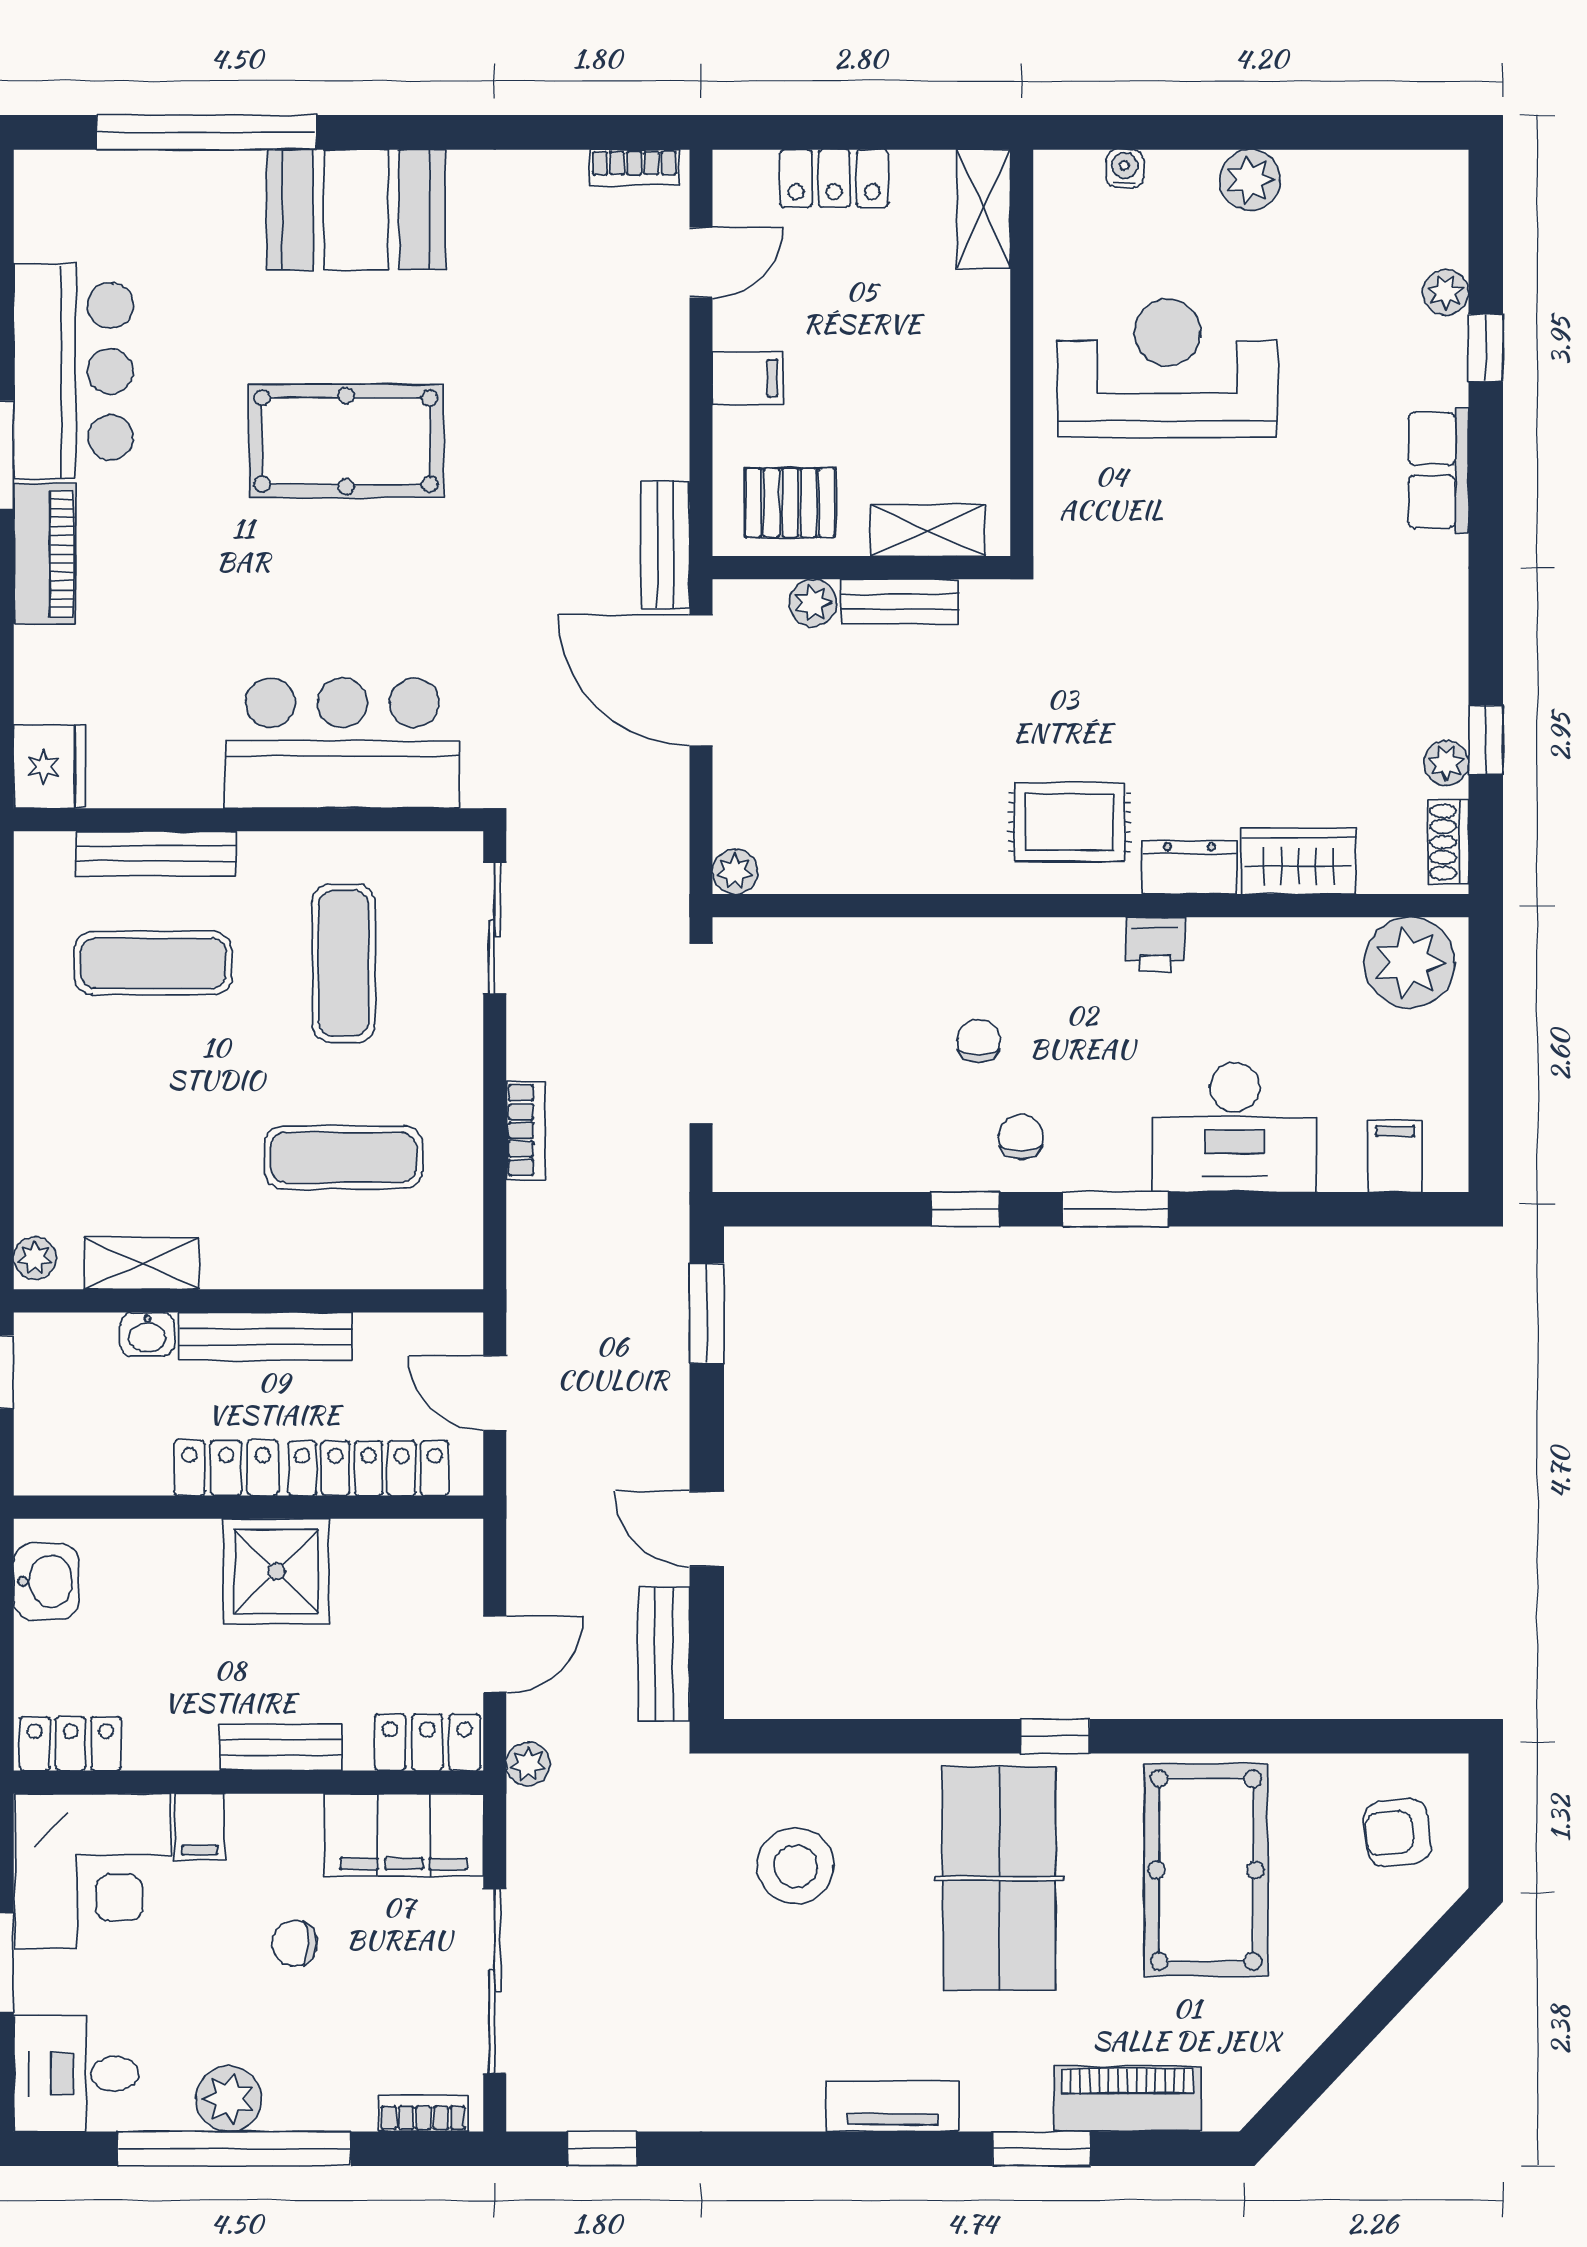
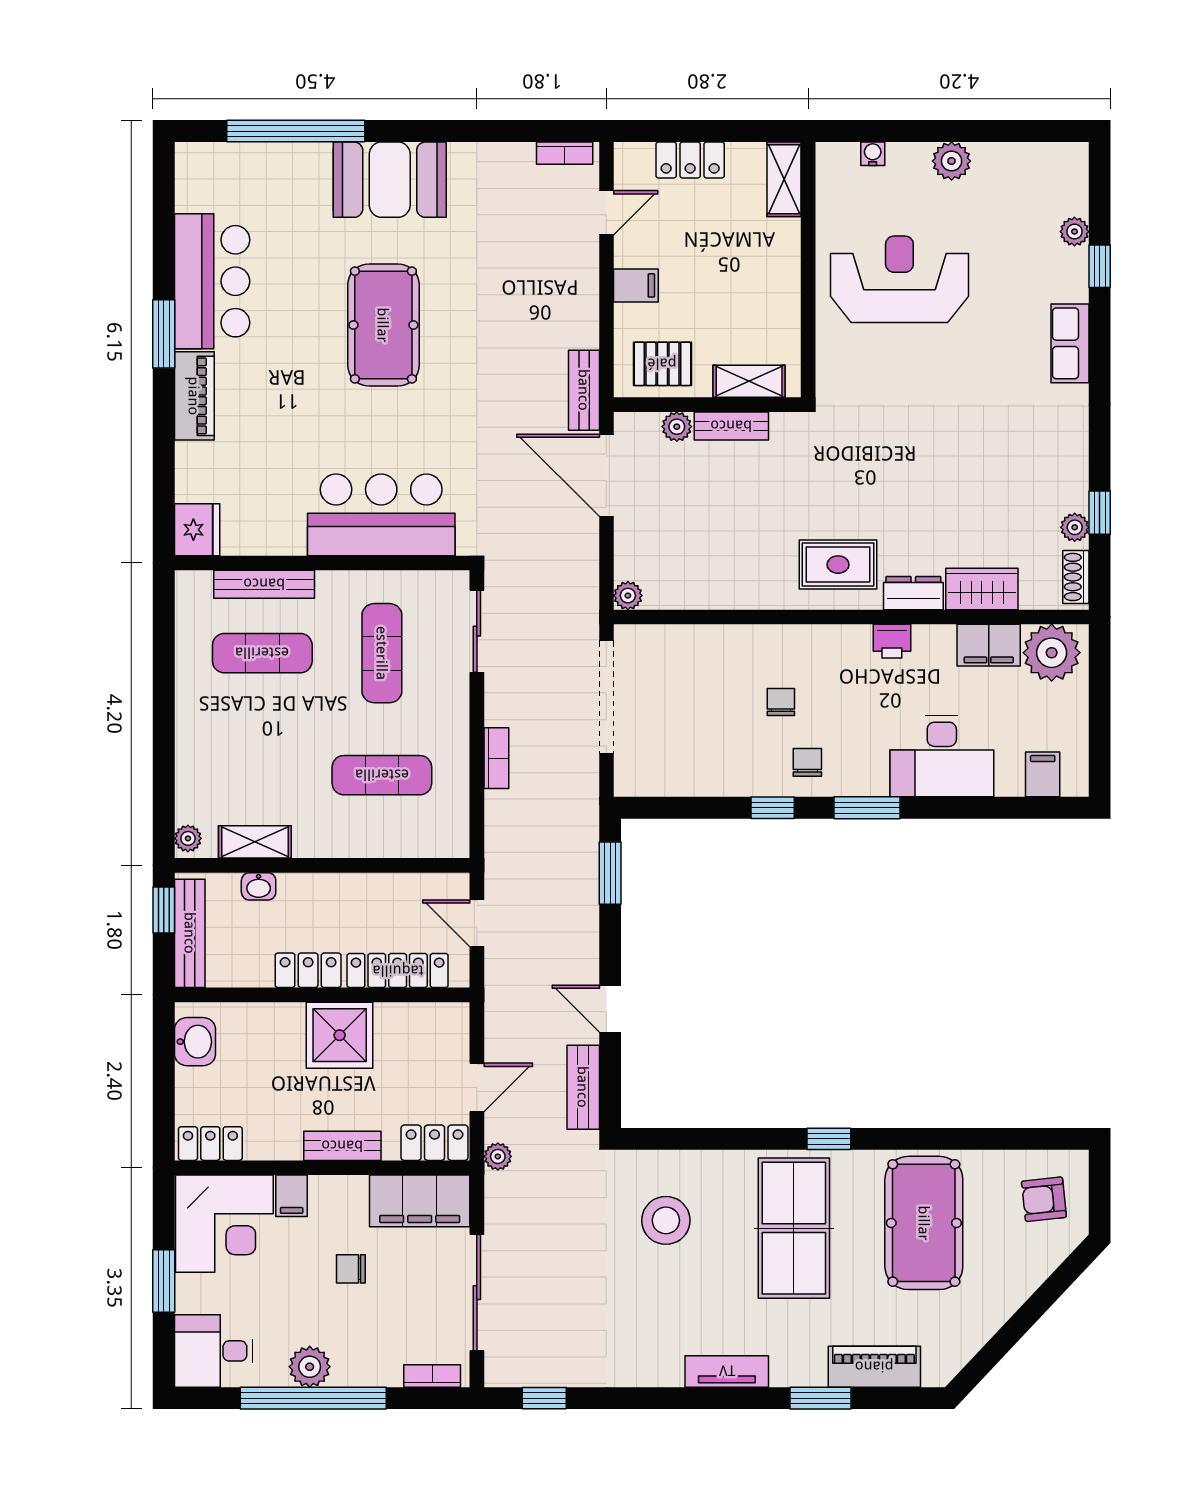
pool table: (346, 441) -> (383, 325), turned 90
filing cabinet: (1309, 951) -> (989, 645), added
bench: (266, 1337) -> (190, 933), moved, turned 90

